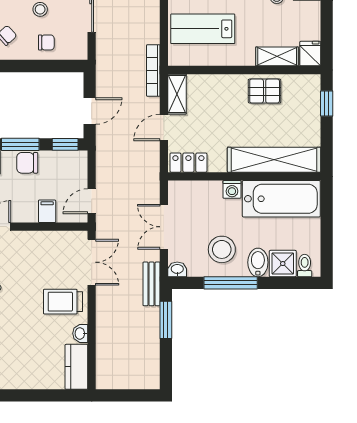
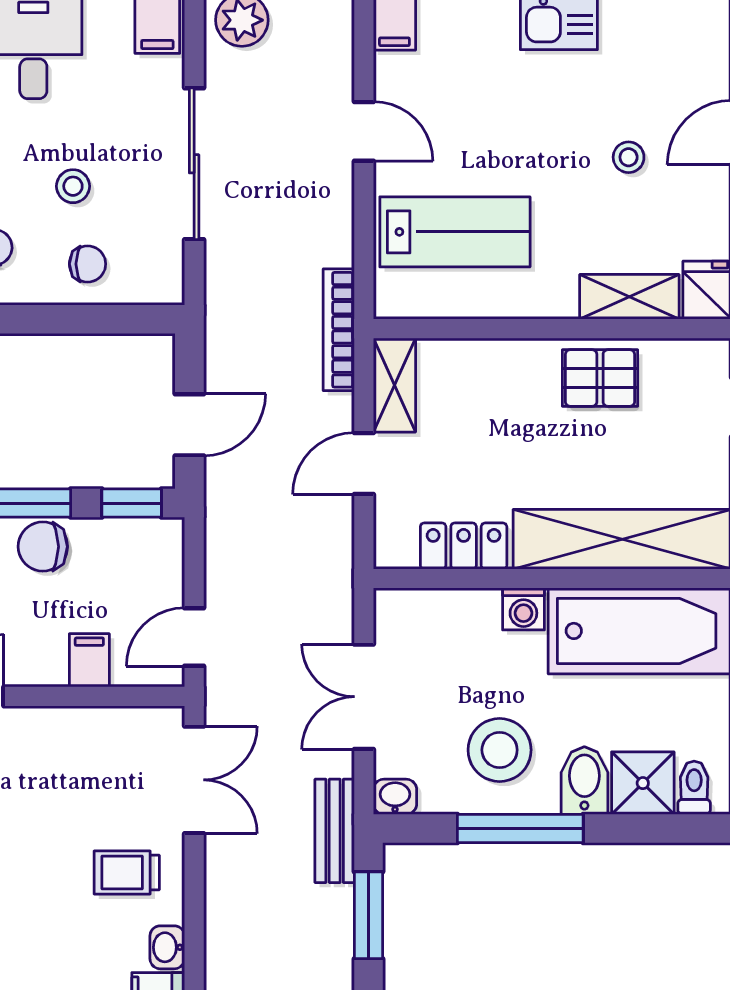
lab bench: (203, 29) -> (455, 232), turned 180
locker: (188, 163) -> (464, 546), moved
trolley: (63, 302) -> (127, 872), width x0.73, depth x0.72

